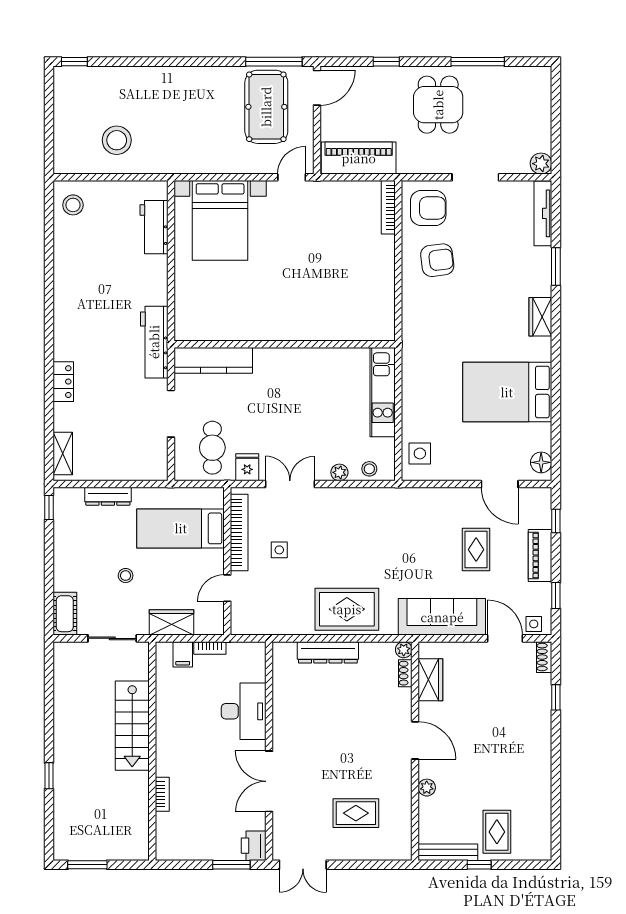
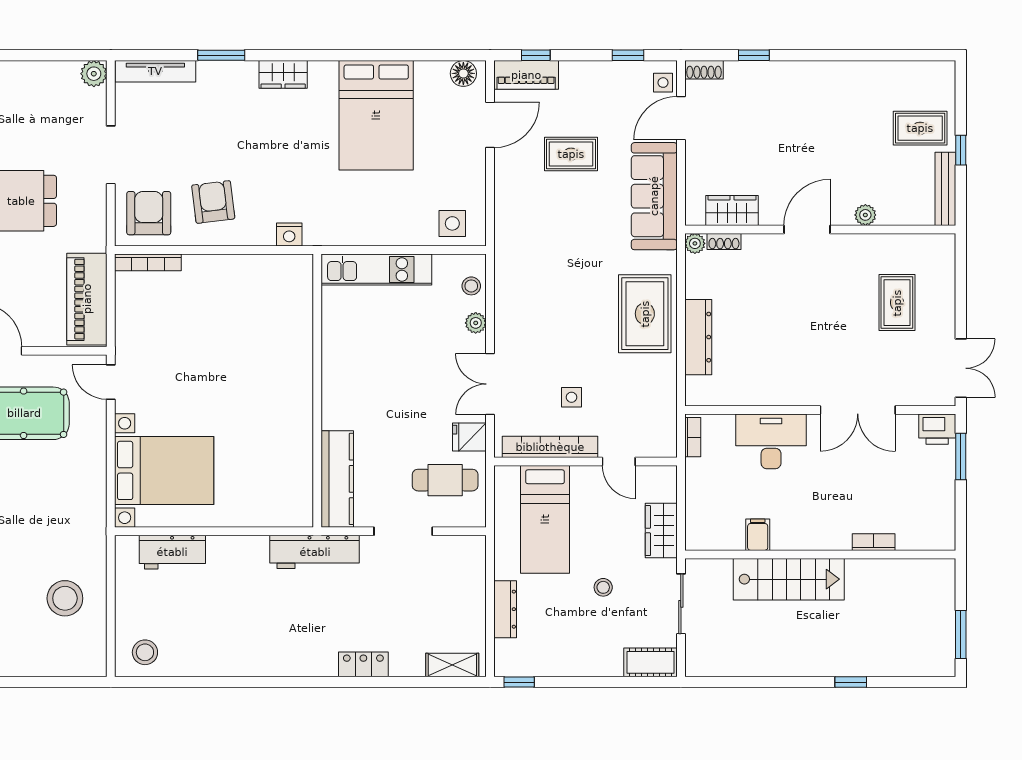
nightstand: (411, 322) -> (289, 235), added
piano: (540, 556) -> (526, 75), moved
bookcase: (210, 648) -> (693, 437), moved
filing cabinet: (183, 654) -> (758, 535), moved, turned -90

